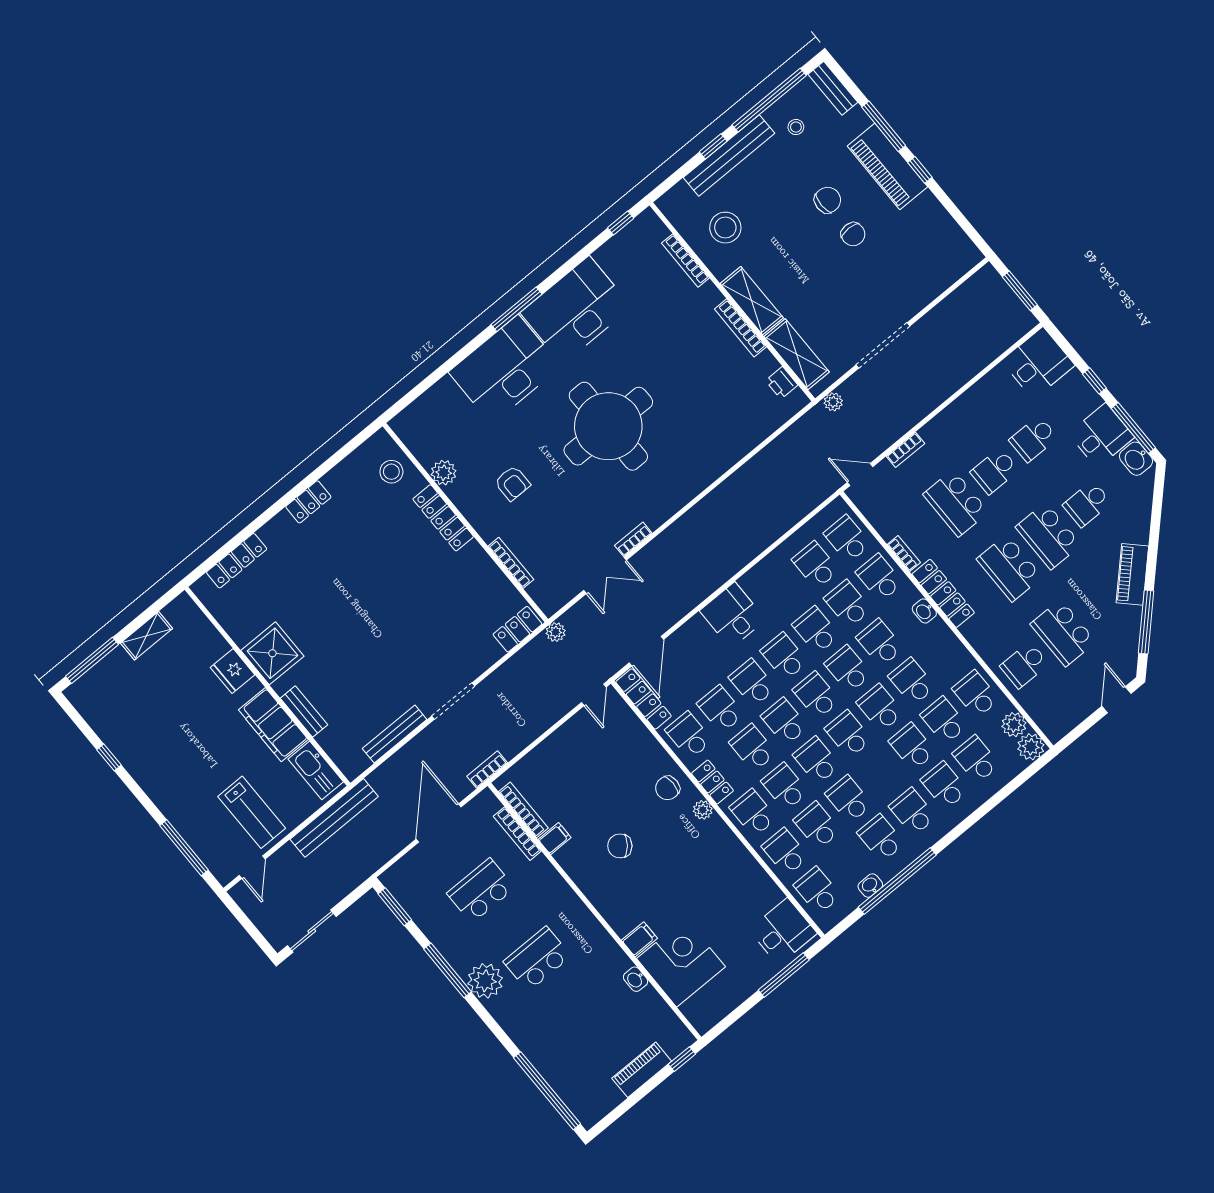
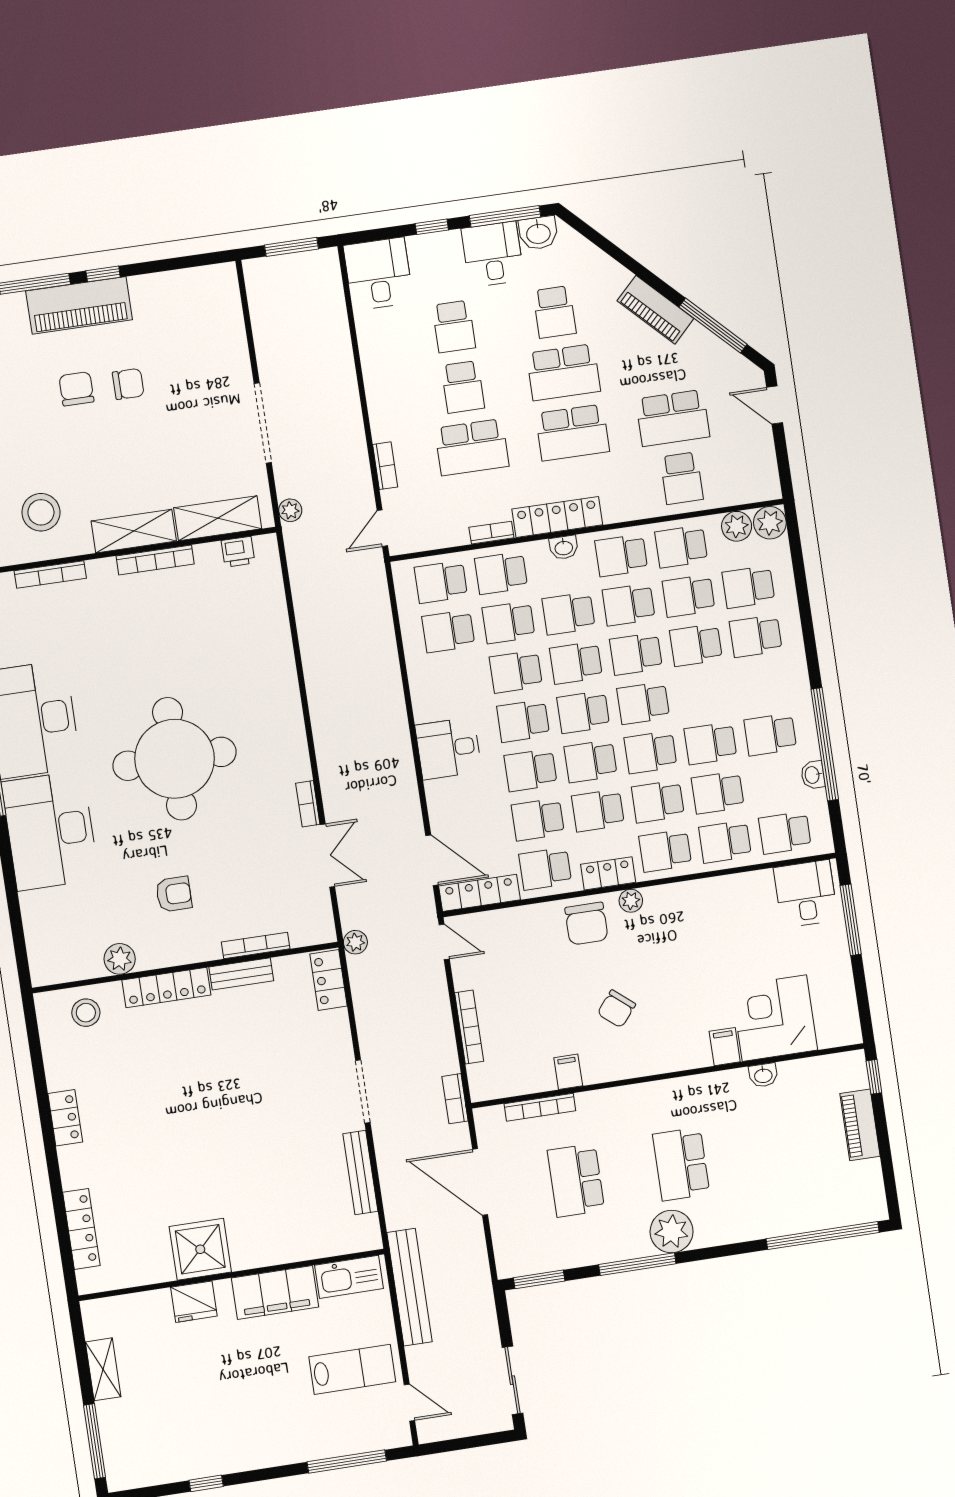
bench: (304, 711) -> (241, 974), moved
chair: (667, 788) -> (586, 924), width x1.37, depth x1.37
bookcase: (523, 810) -> (469, 1027), moved, turned 90
school desk: (912, 812) -> (621, 555), moved

